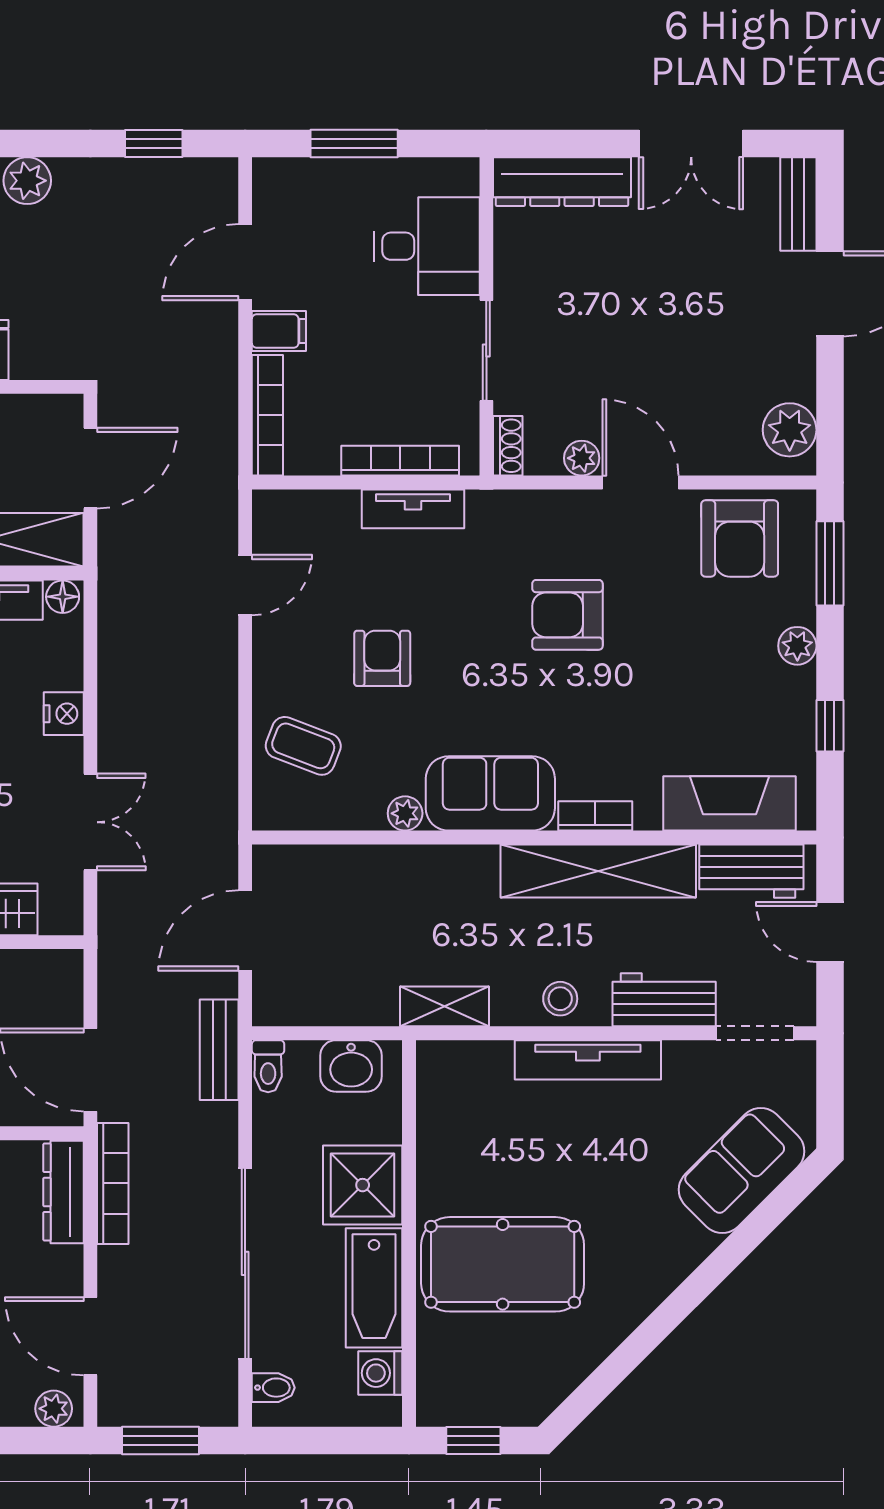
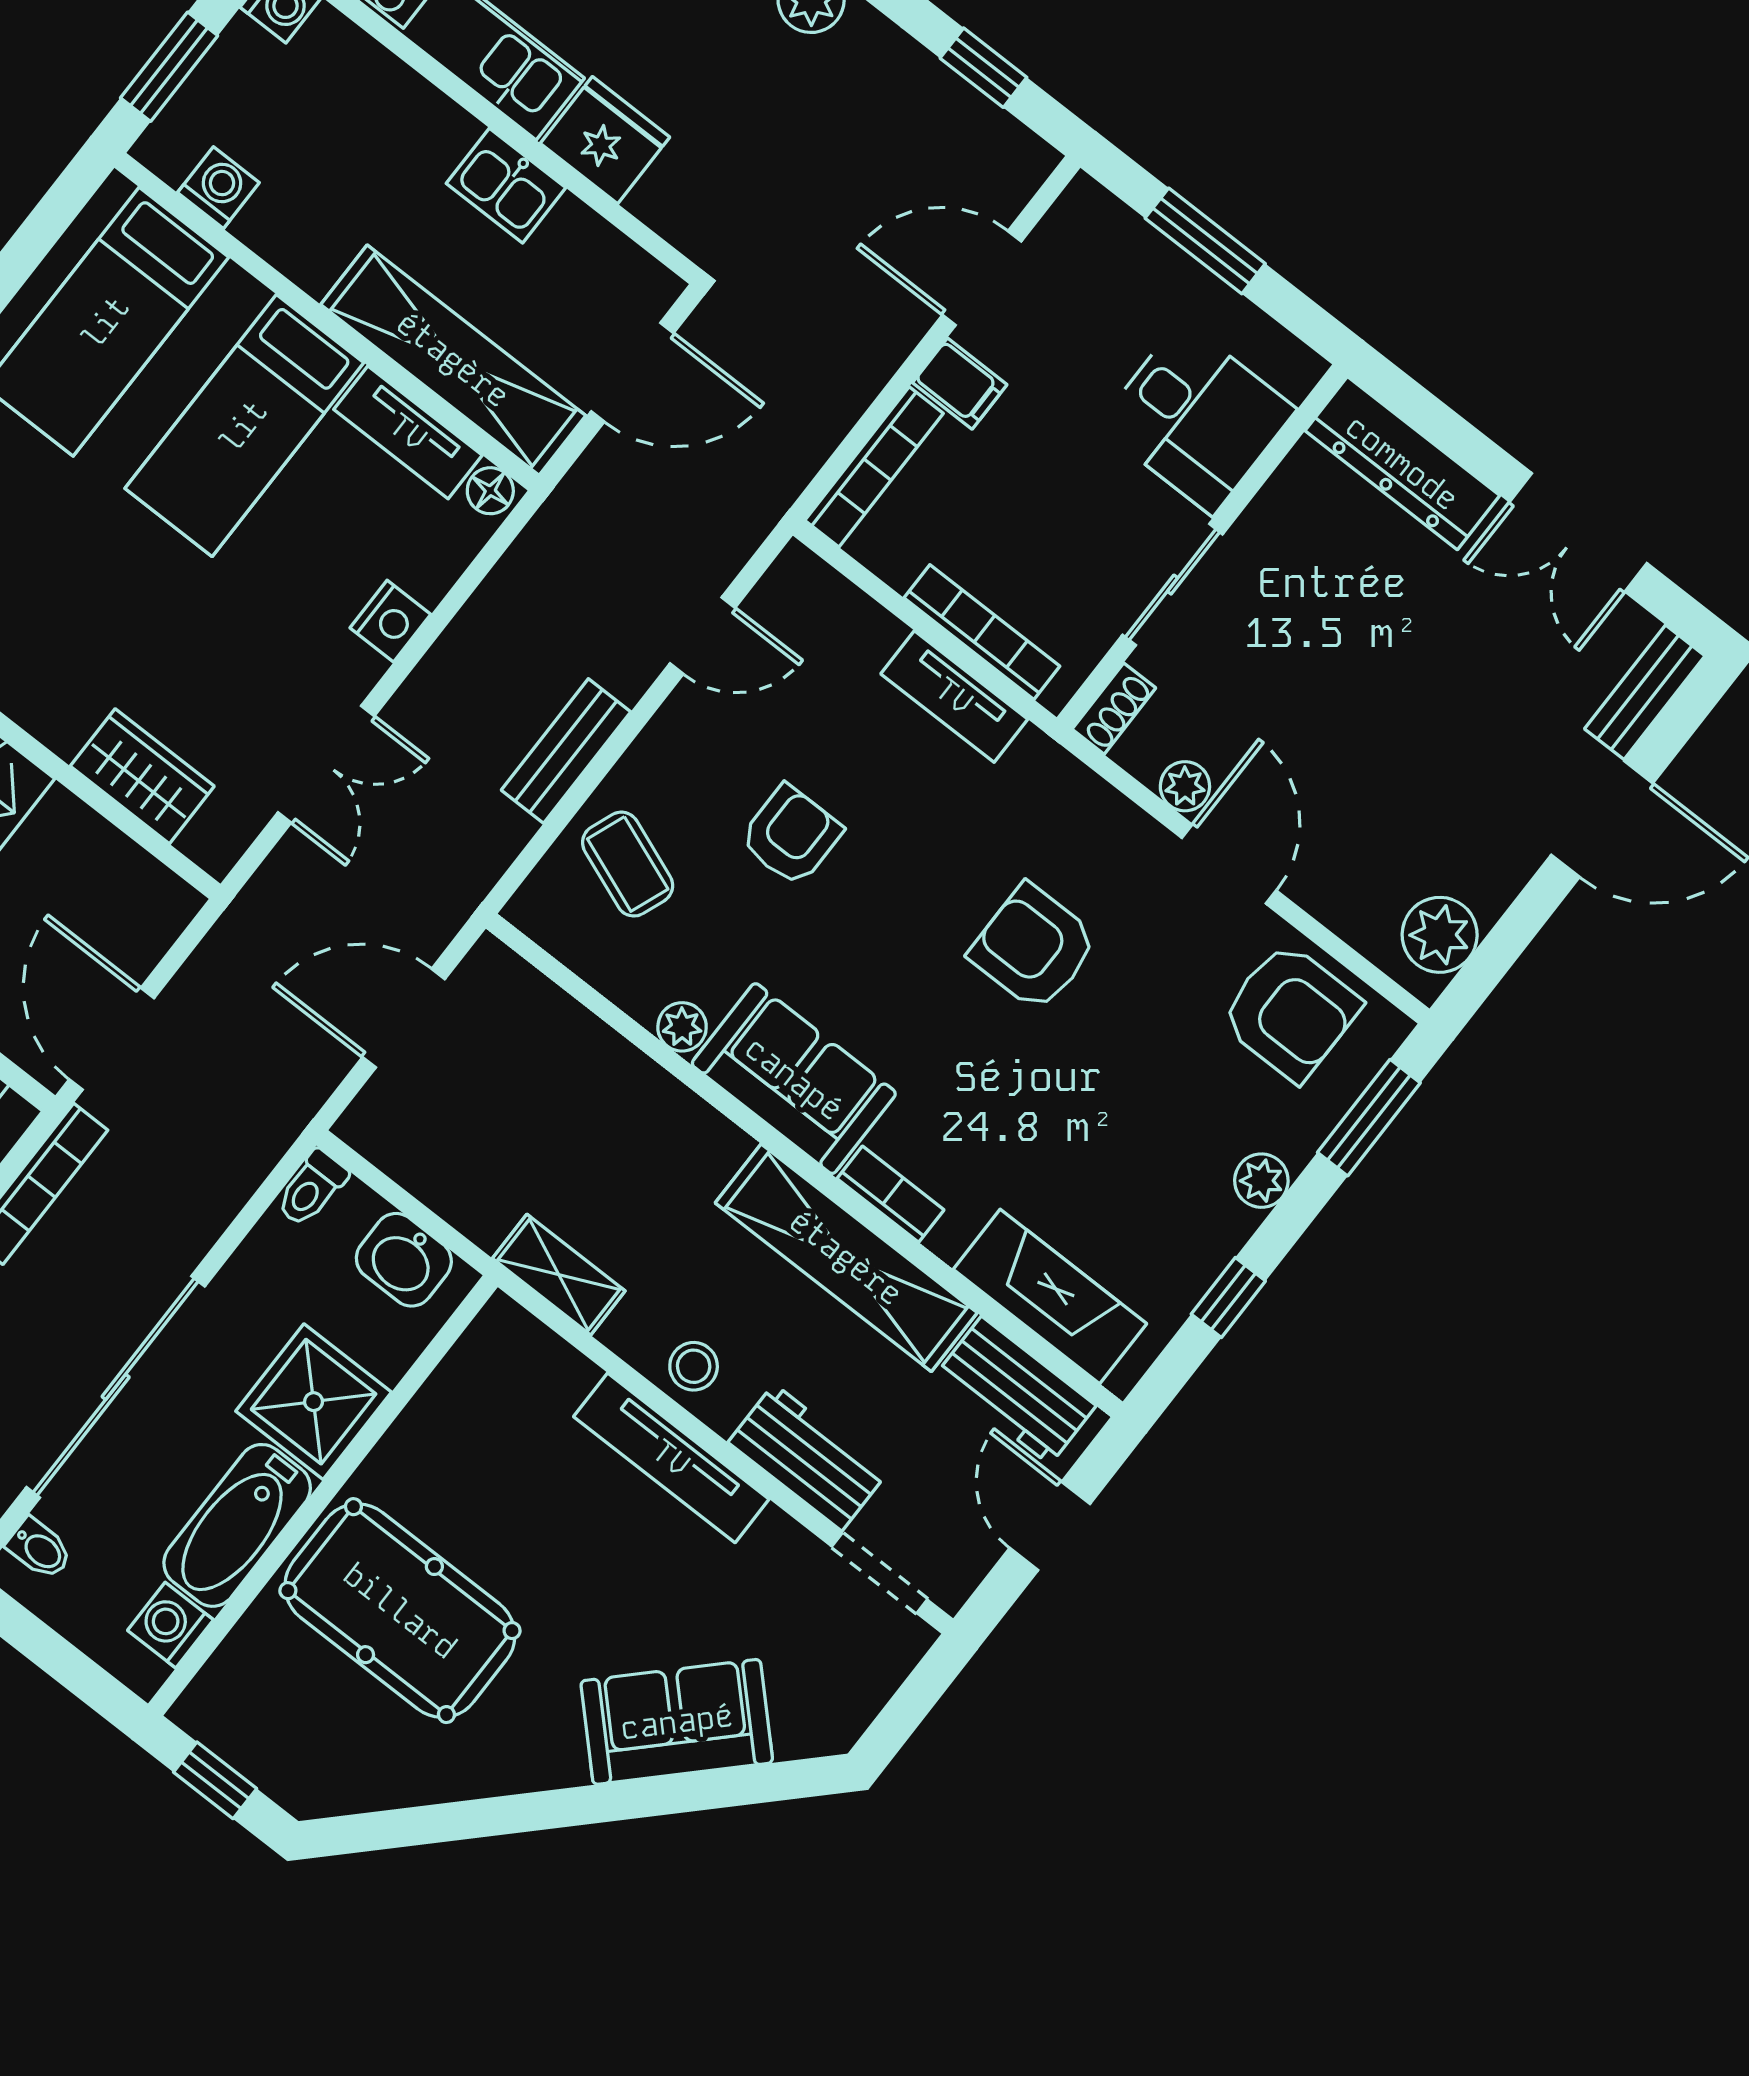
armchair: (740, 538) -> (1290, 1012), turned -90
bench: (219, 1050) -> (566, 751), moved
sofa: (742, 1170) -> (677, 1722), moved

